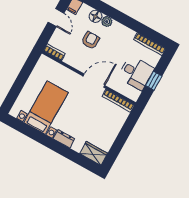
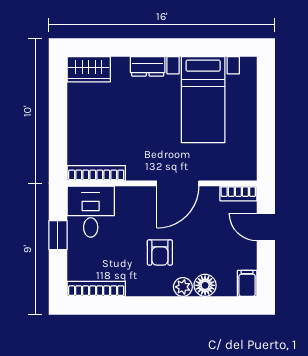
door: (56, 18) -> (266, 227), moved
armchair: (90, 40) -> (160, 253), moved
desk: (136, 73) -> (91, 212), moved, turned 90
door: (94, 81) -> (178, 183), moved

